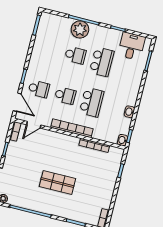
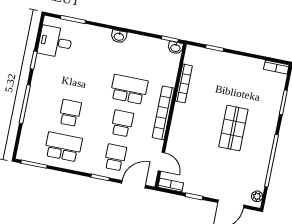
plant: (80, 29) -> (37, 109), removed
school desk: (102, 62) -> (63, 147), moved
washbasin: (129, 112) -> (119, 36), moved

